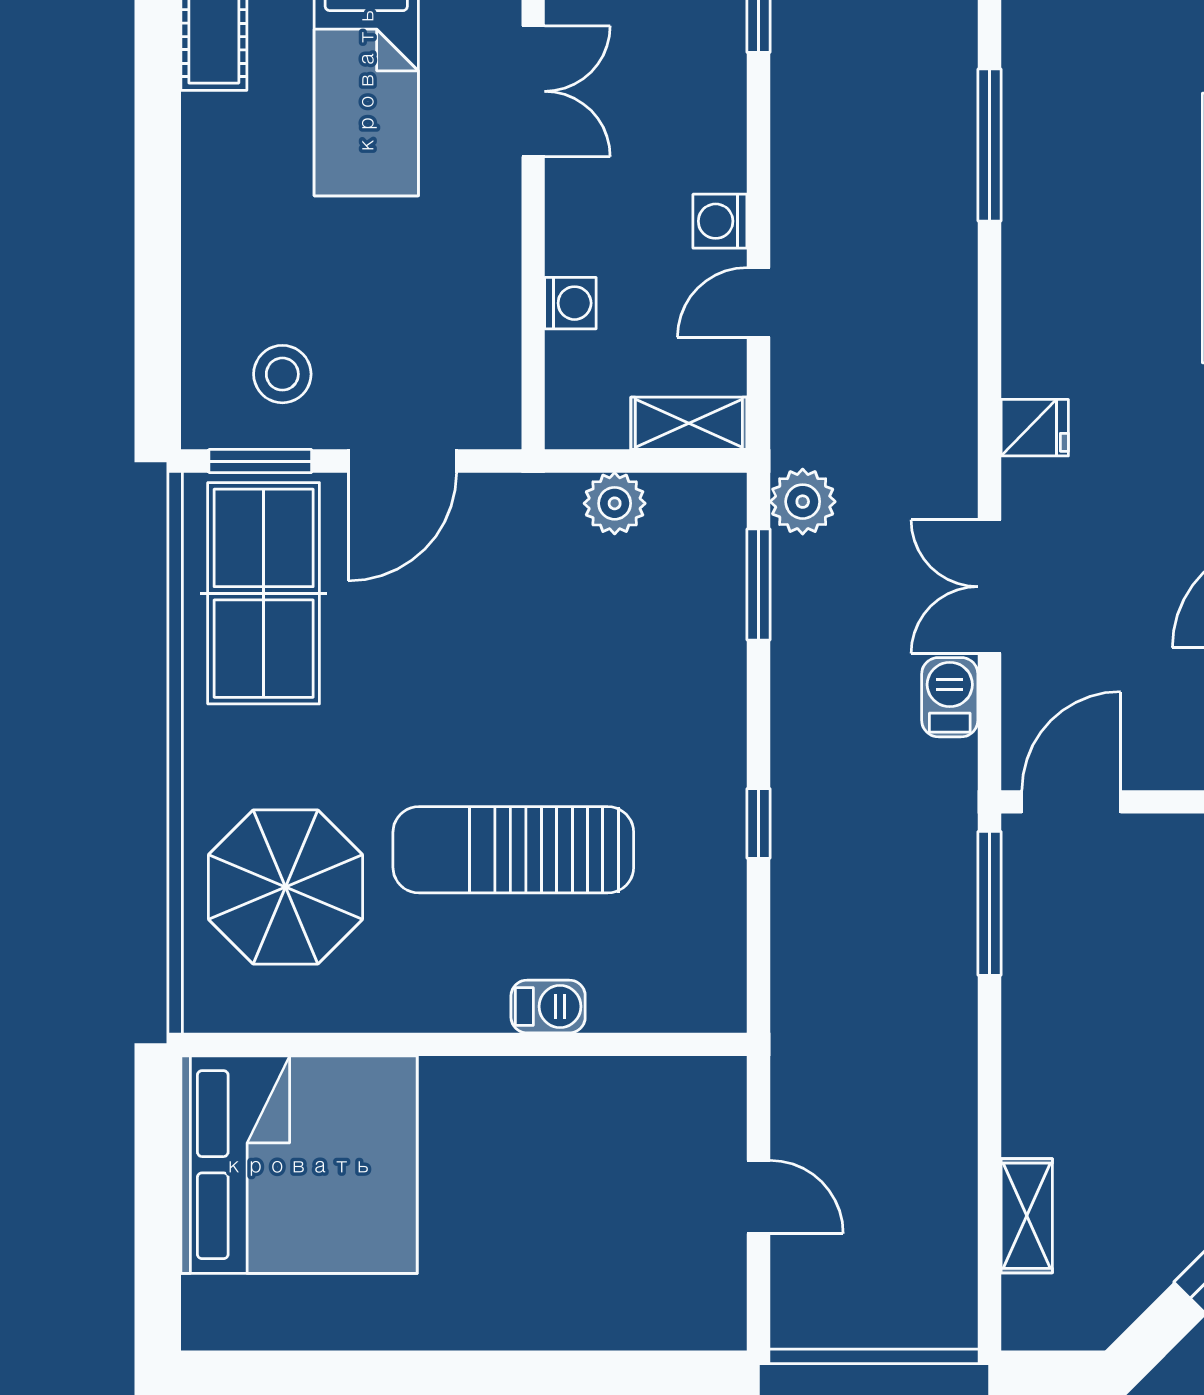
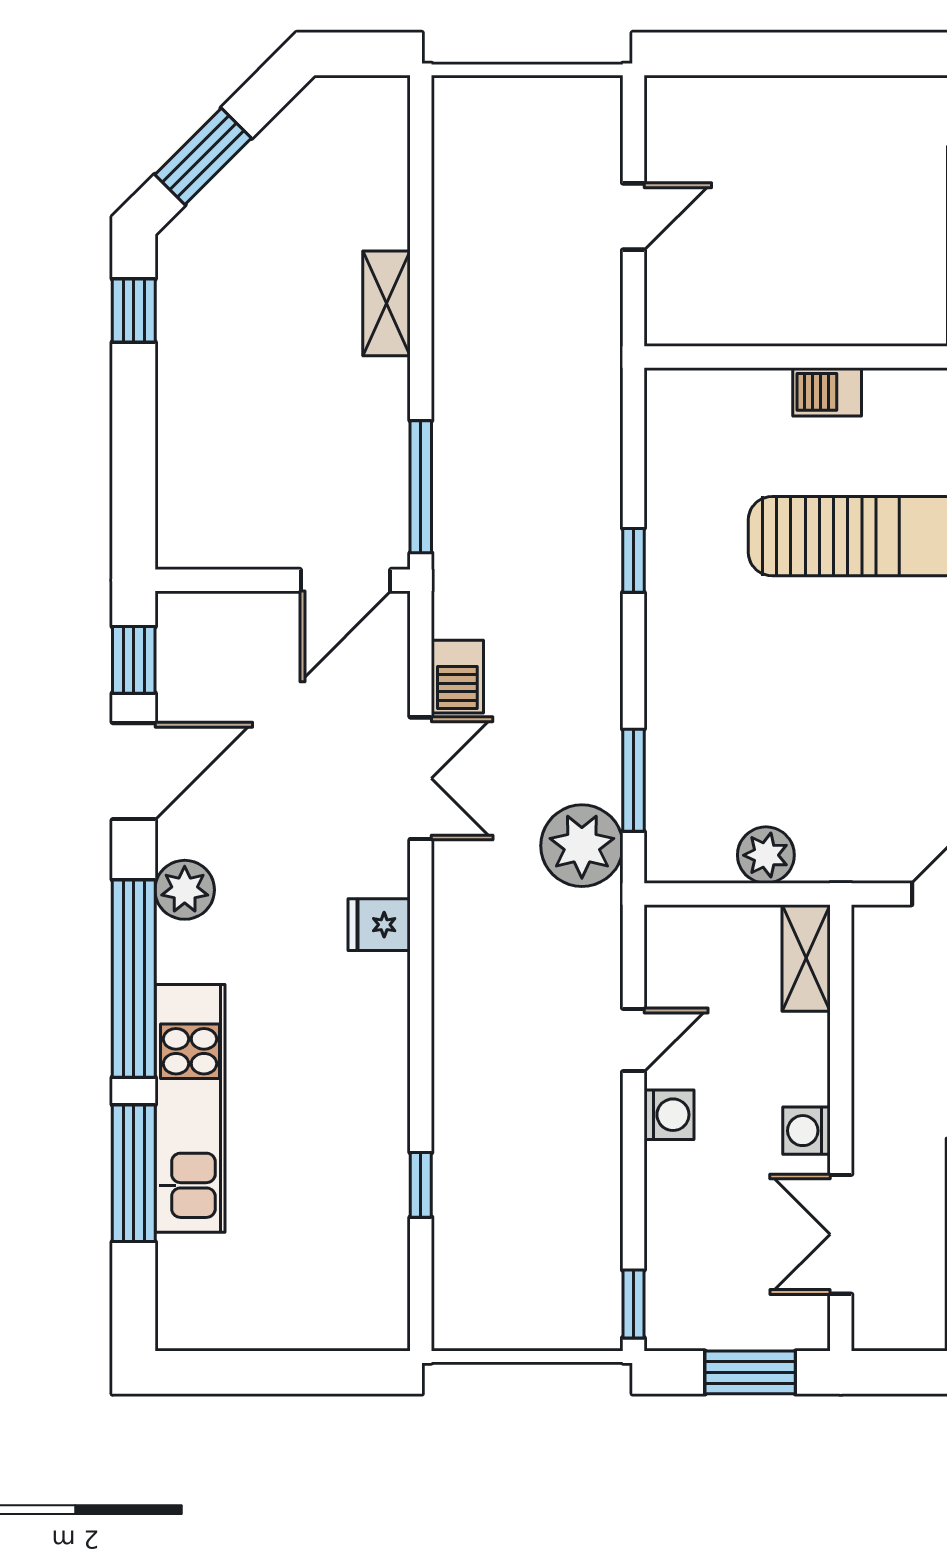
window: (990, 145) -> (421, 1185), width x0.46
washing machine: (570, 303) -> (807, 1131), moved
shelving: (689, 423) -> (806, 958), moved, turned 90
plant: (803, 502) -> (582, 846), width x1.36, depth x1.36
door: (758, 1197) -> (633, 217), swing flipped
shelving: (1027, 1216) -> (387, 303), moved

